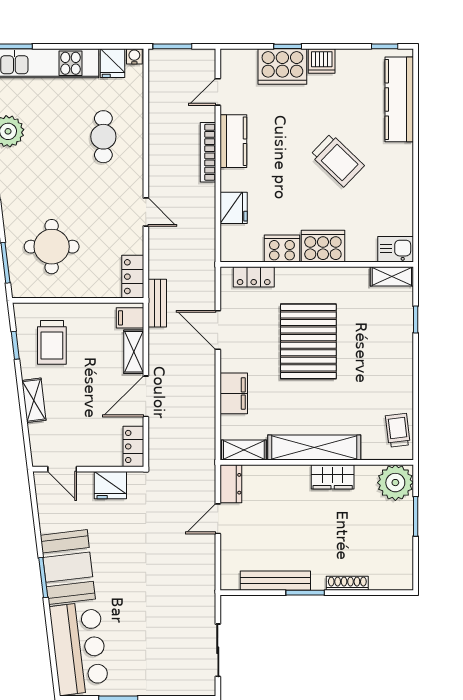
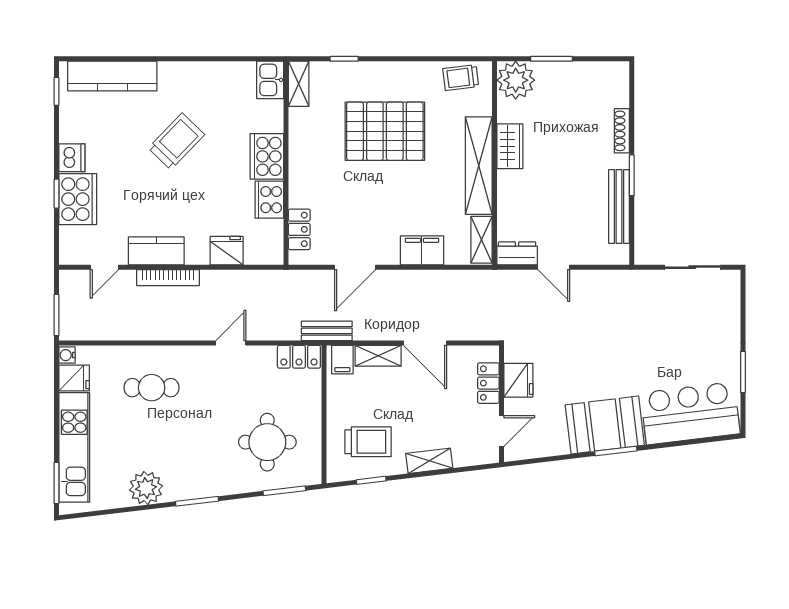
door: (218, 92) -> (104, 267), hinge flipped
pallet: (308, 341) -> (385, 131), moved
locker: (133, 446) -> (488, 383), moved, turned 90

